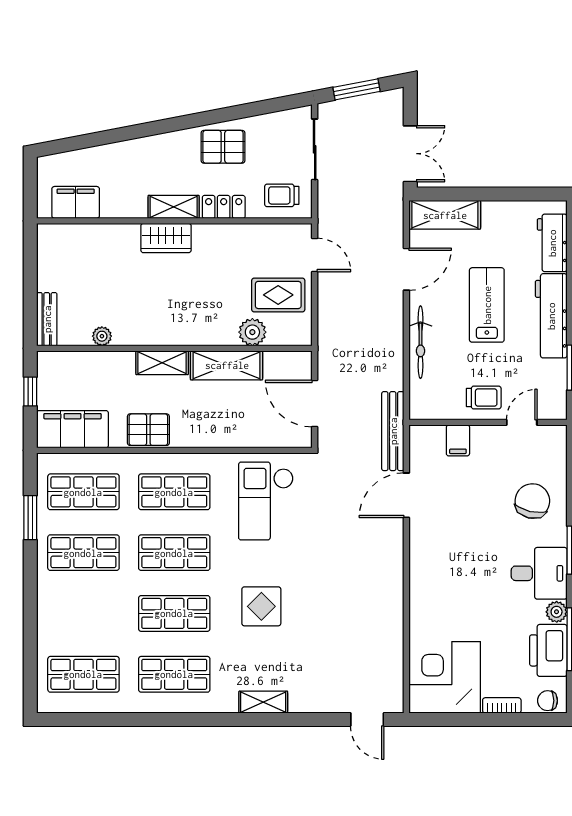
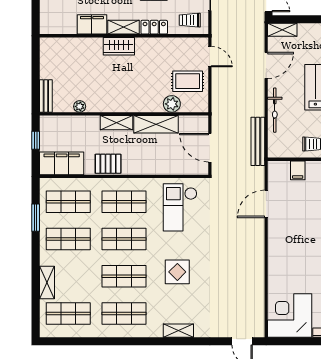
filing cabinet: (76, 202) -> (92, 24), moved
shelving: (445, 215) -> (282, 30), width x0.67, depth x0.75
bench: (393, 431) -> (258, 141), moved
shelving: (49, 624) -> (47, 283), added

